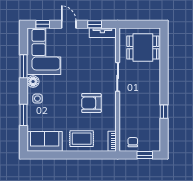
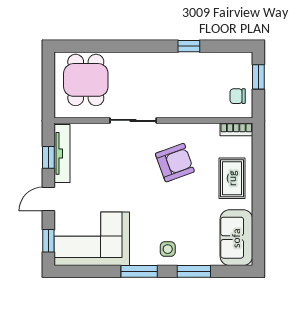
tv unit: (102, 33) -> (62, 153), width x1.41
window: (24, 66) -> (139, 271), moved
floor lamp: (33, 82) -> (140, 256), removed
armchair: (91, 103) -> (175, 163), turned -110

